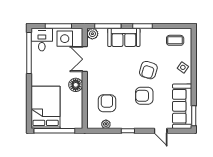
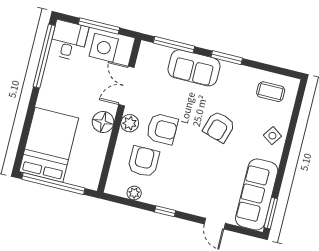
plant: (92, 34) -> (130, 123), moved
armchair: (144, 96) -> (162, 129), moved, turned 180

